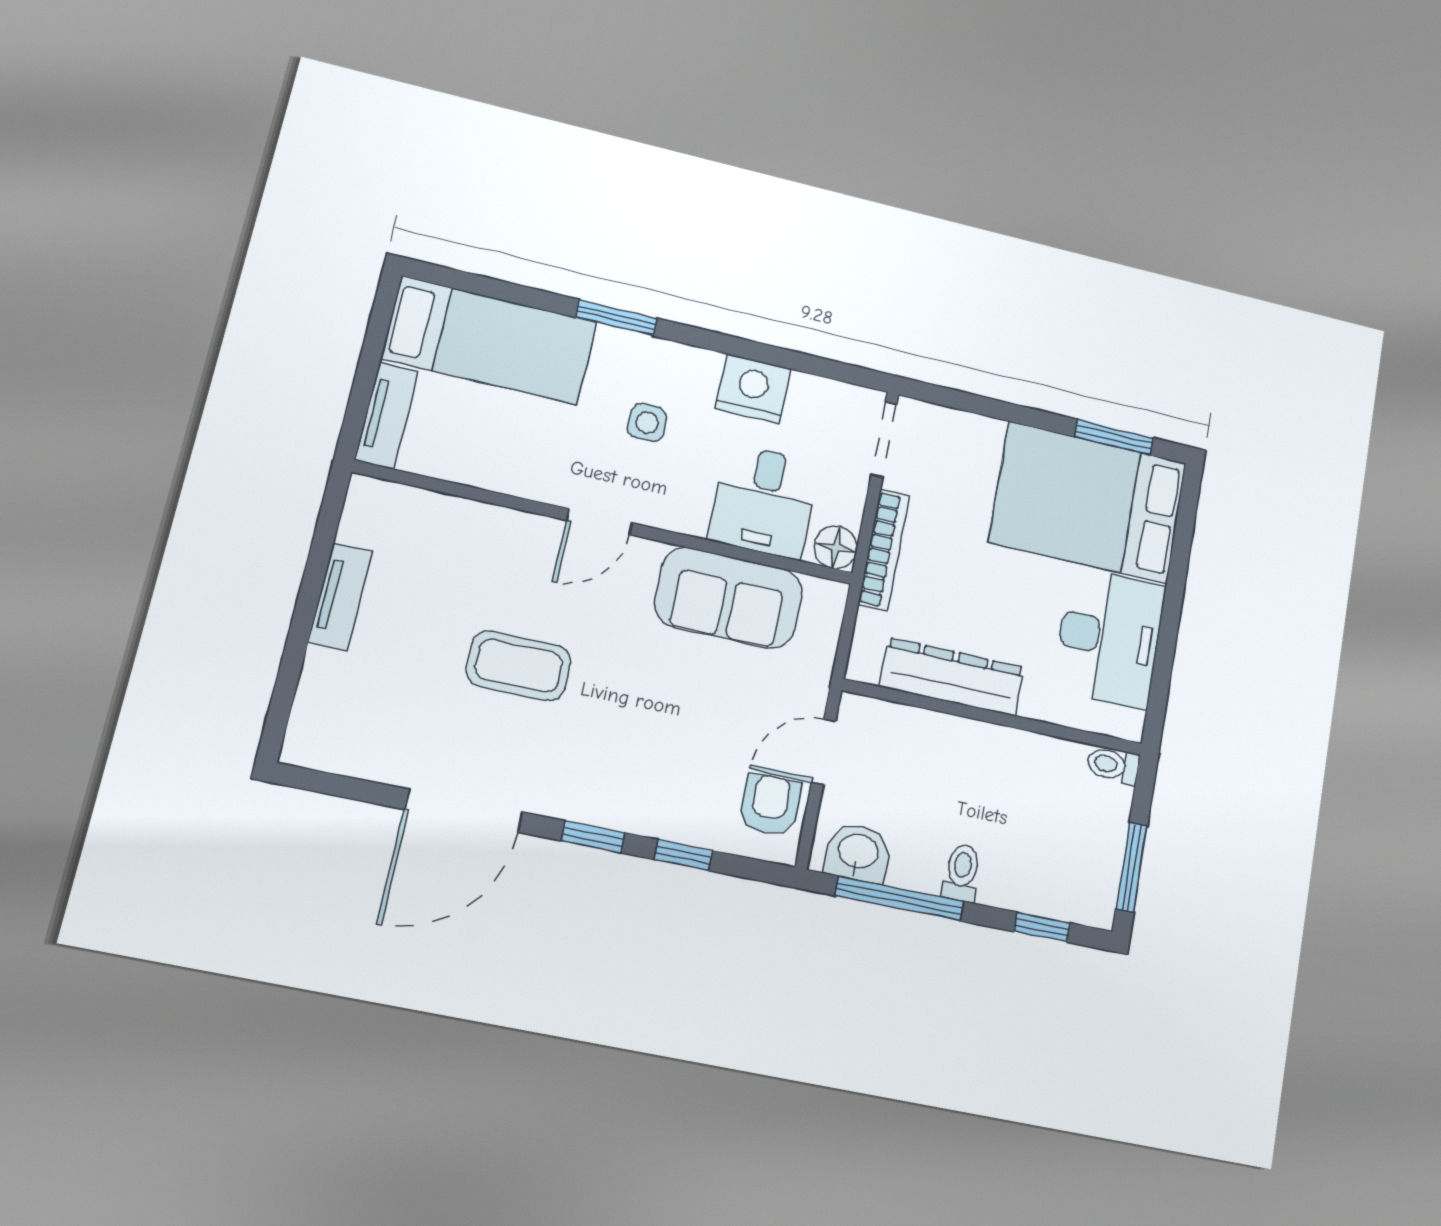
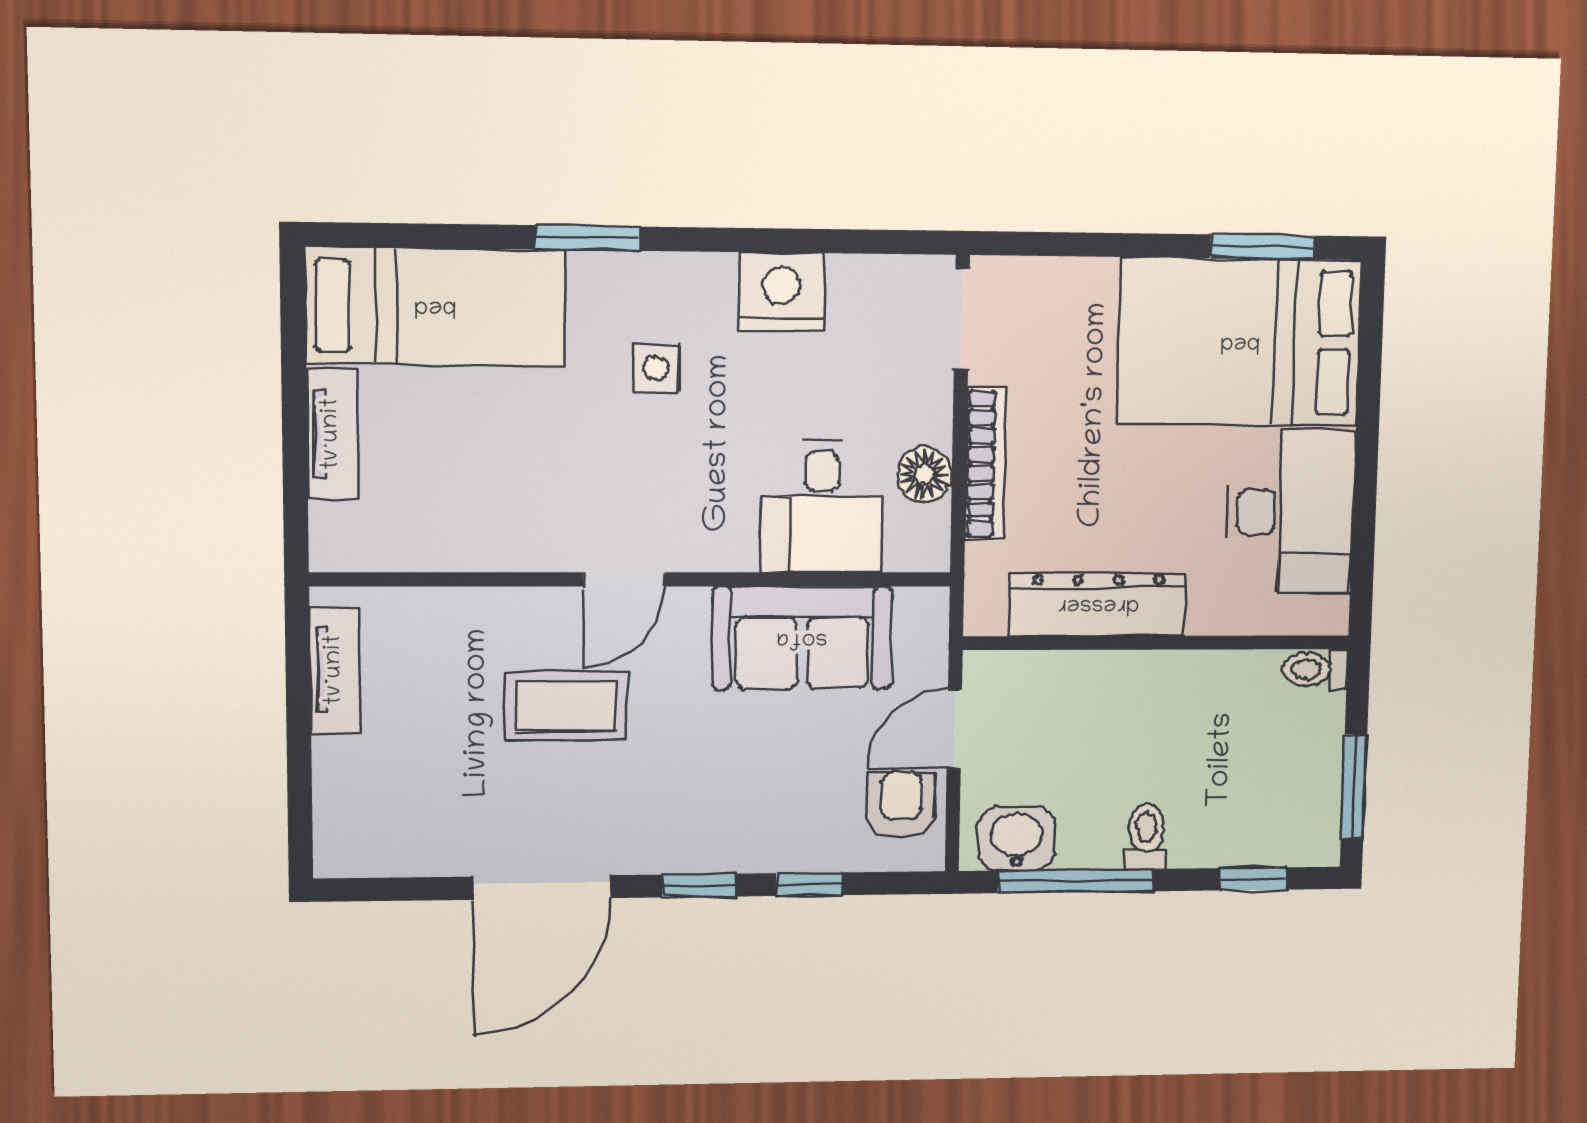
desk: (764, 501) -> (822, 507), moved
door: (599, 522) -> (624, 579), moved
wall: (607, 523) -> (633, 579), moved
sofa: (729, 598) -> (802, 638), moved

